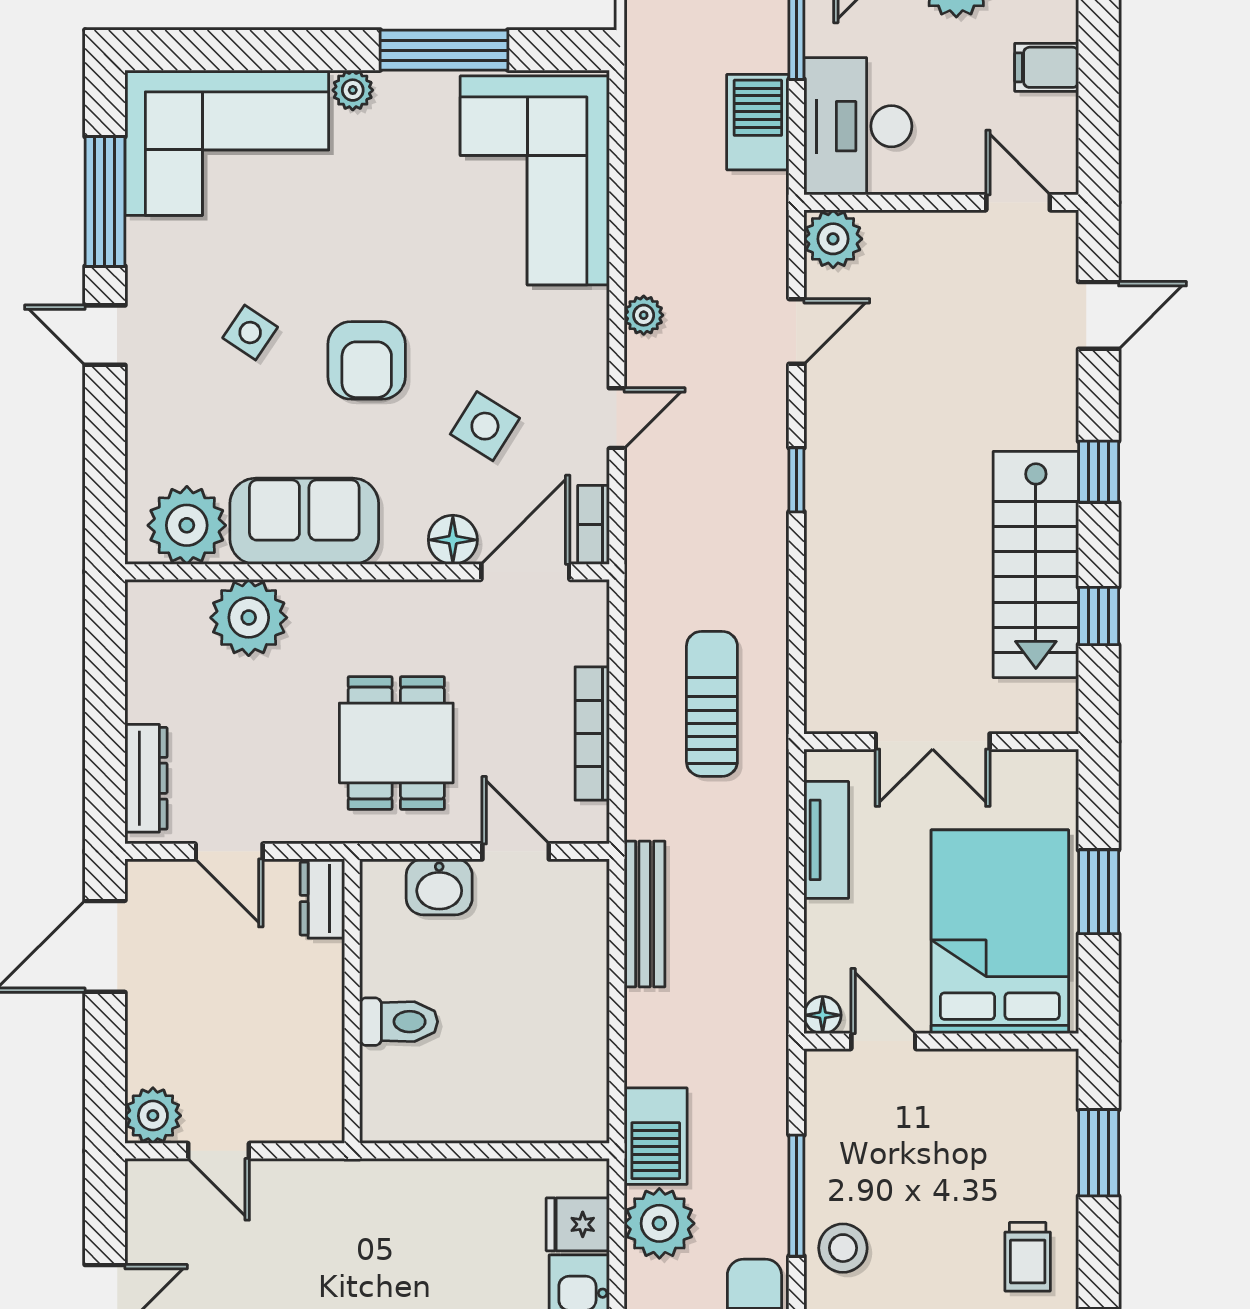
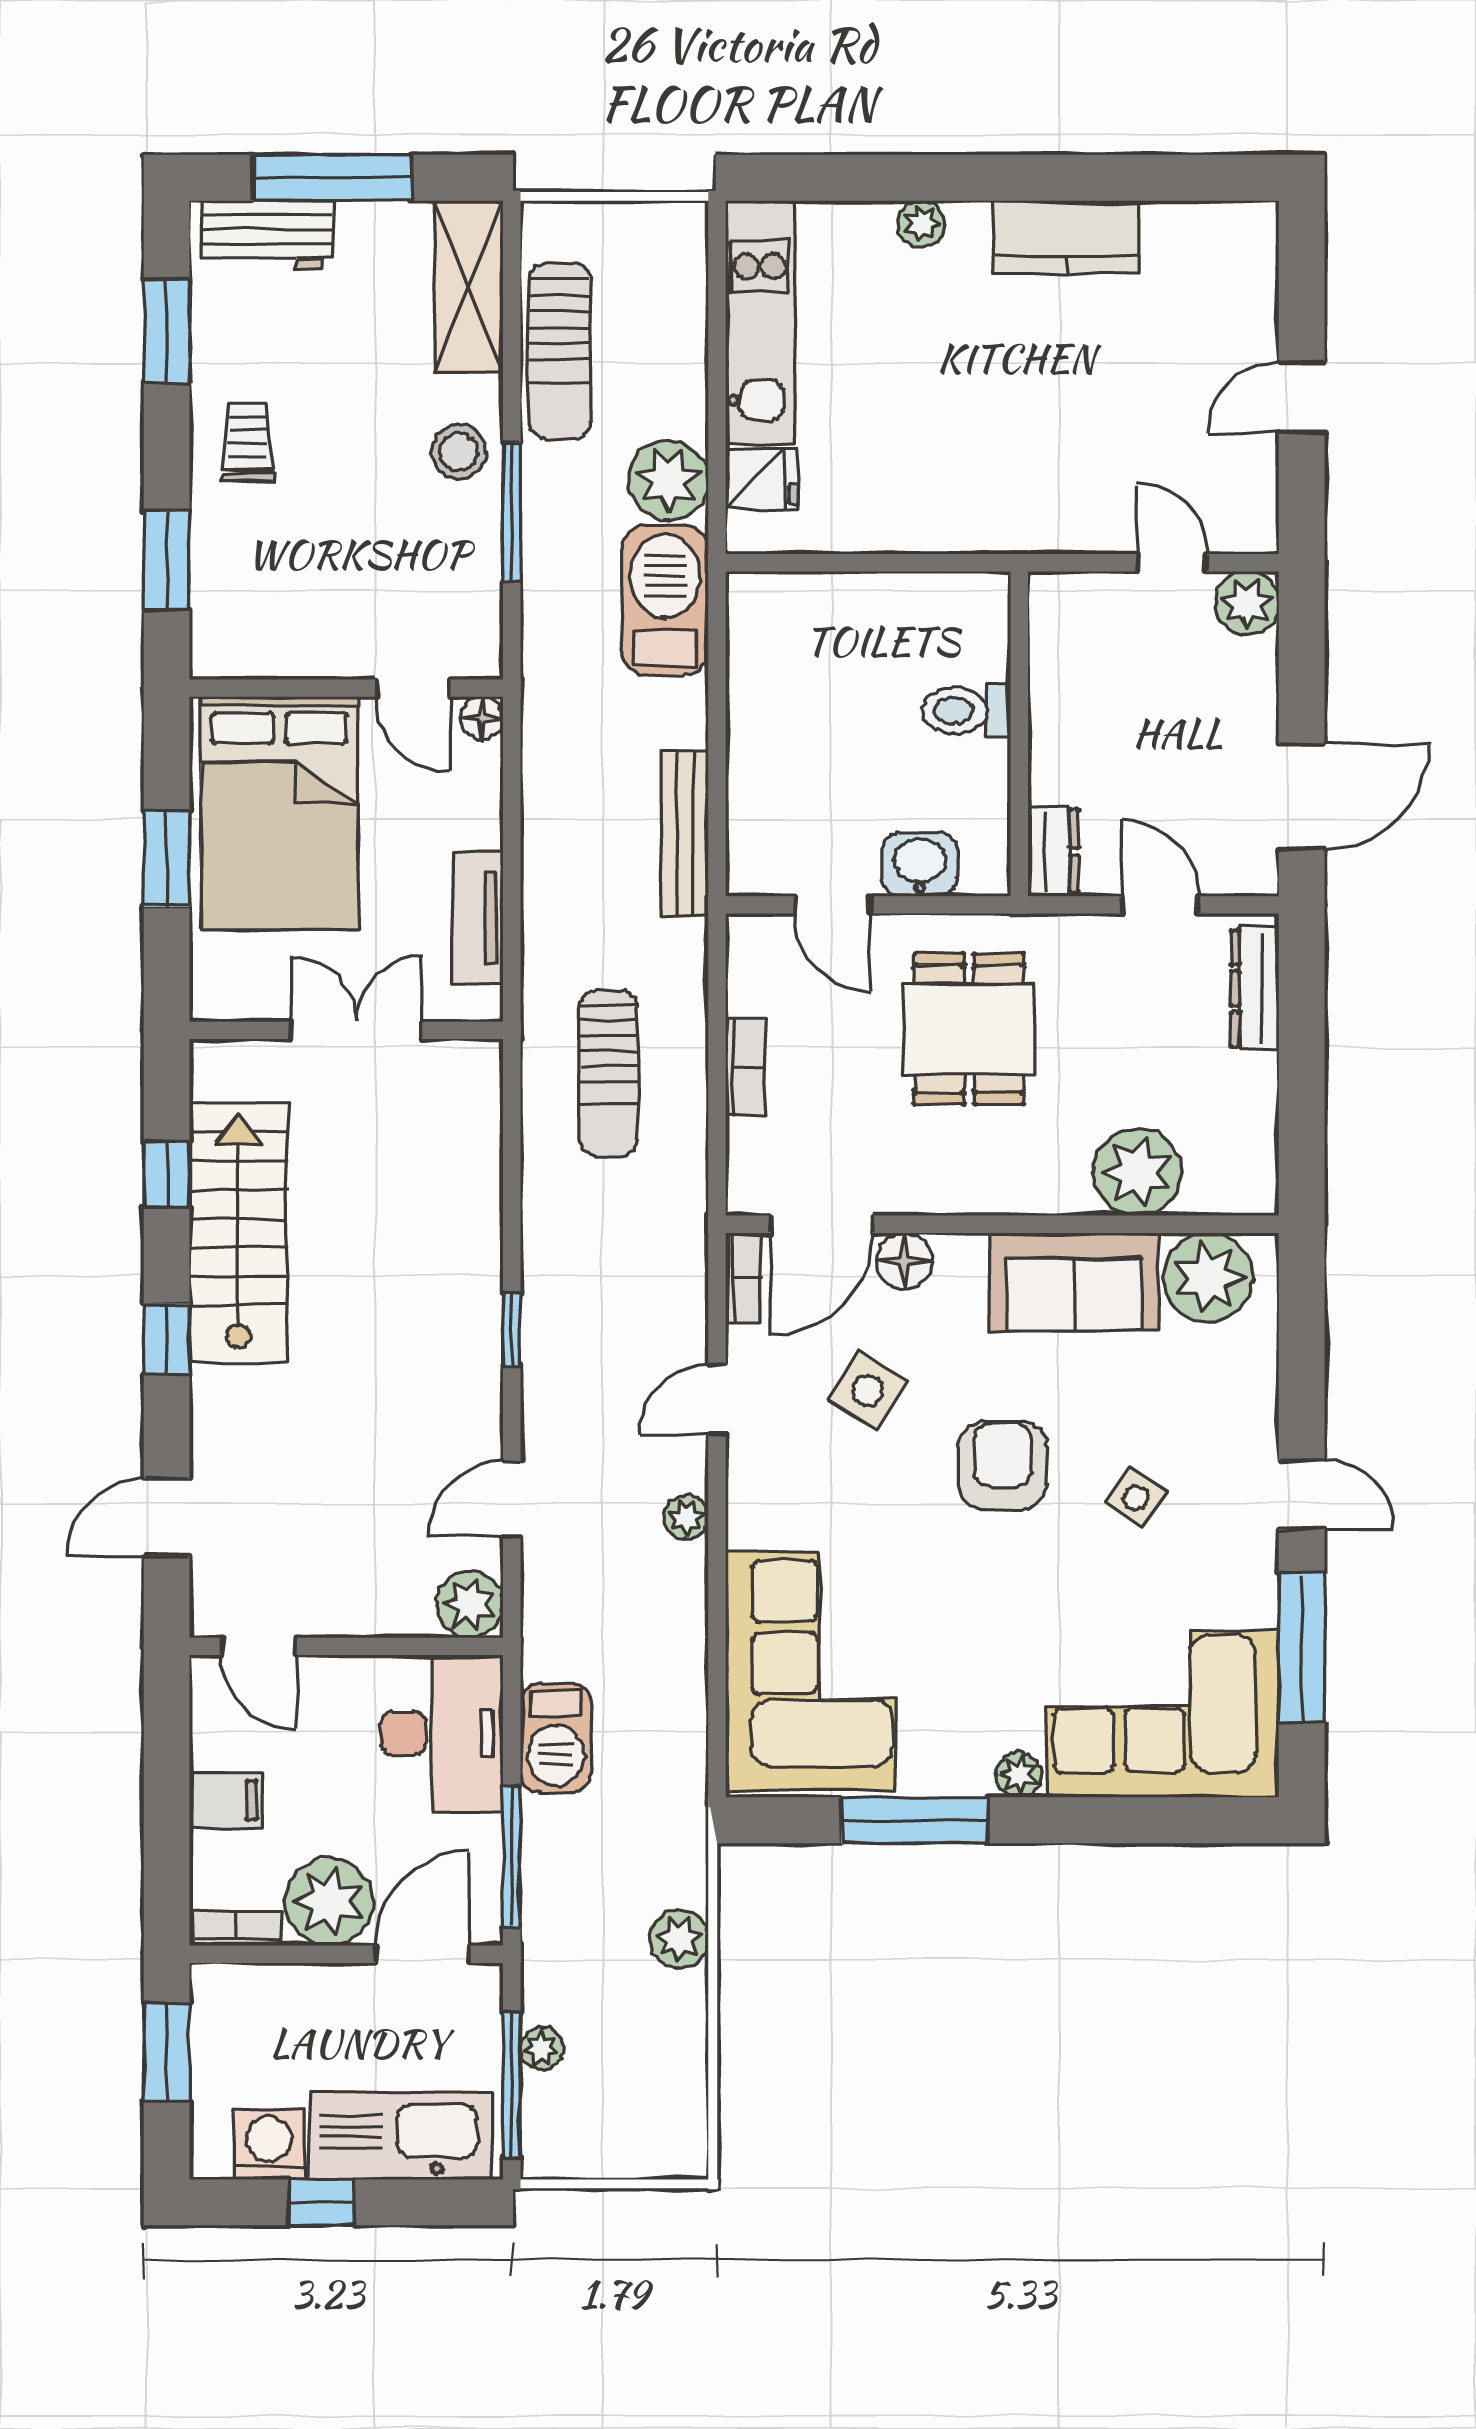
bookcase: (592, 734) -> (745, 1067), width x0.64
barbecue: (656, 1136) -> (665, 600), width x1.37, depth x1.21

